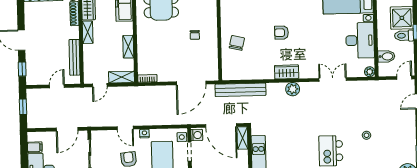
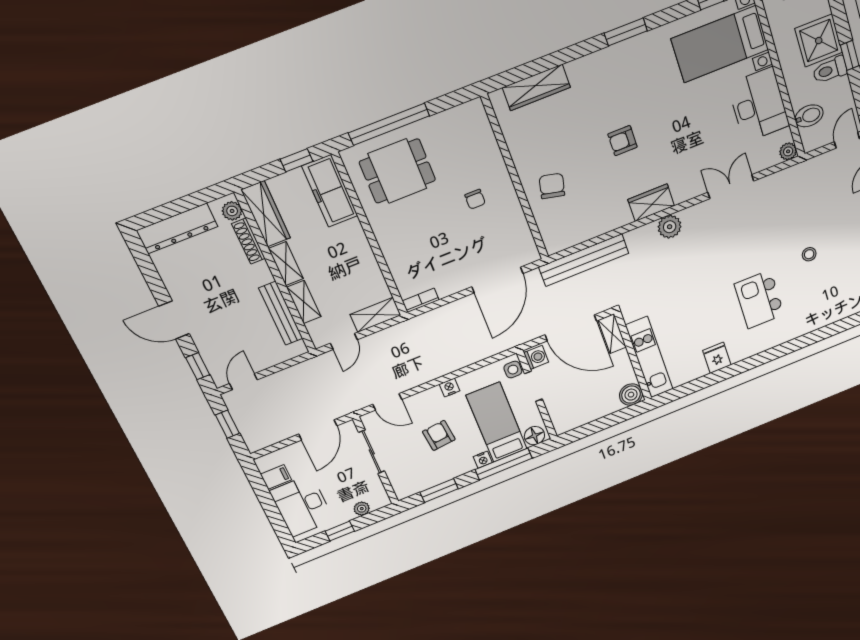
shelving: (128, 47) -> (304, 302), moved
door: (57, 86) -> (243, 382), moved
door: (125, 128) -> (387, 402), moved

